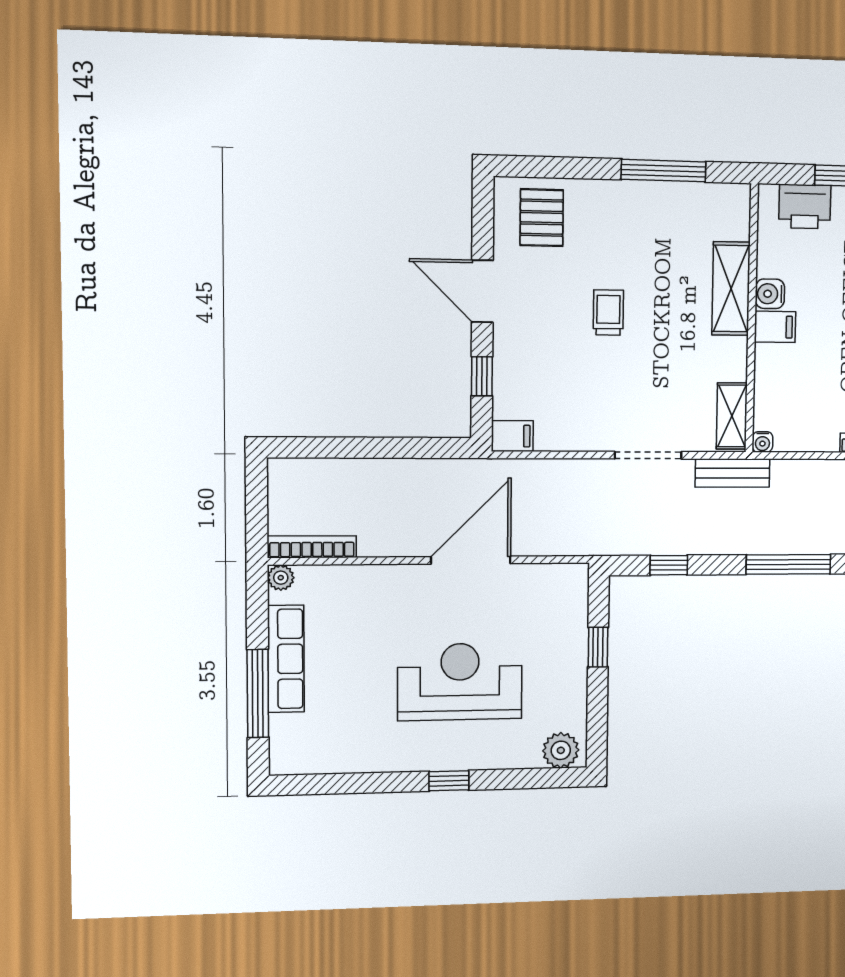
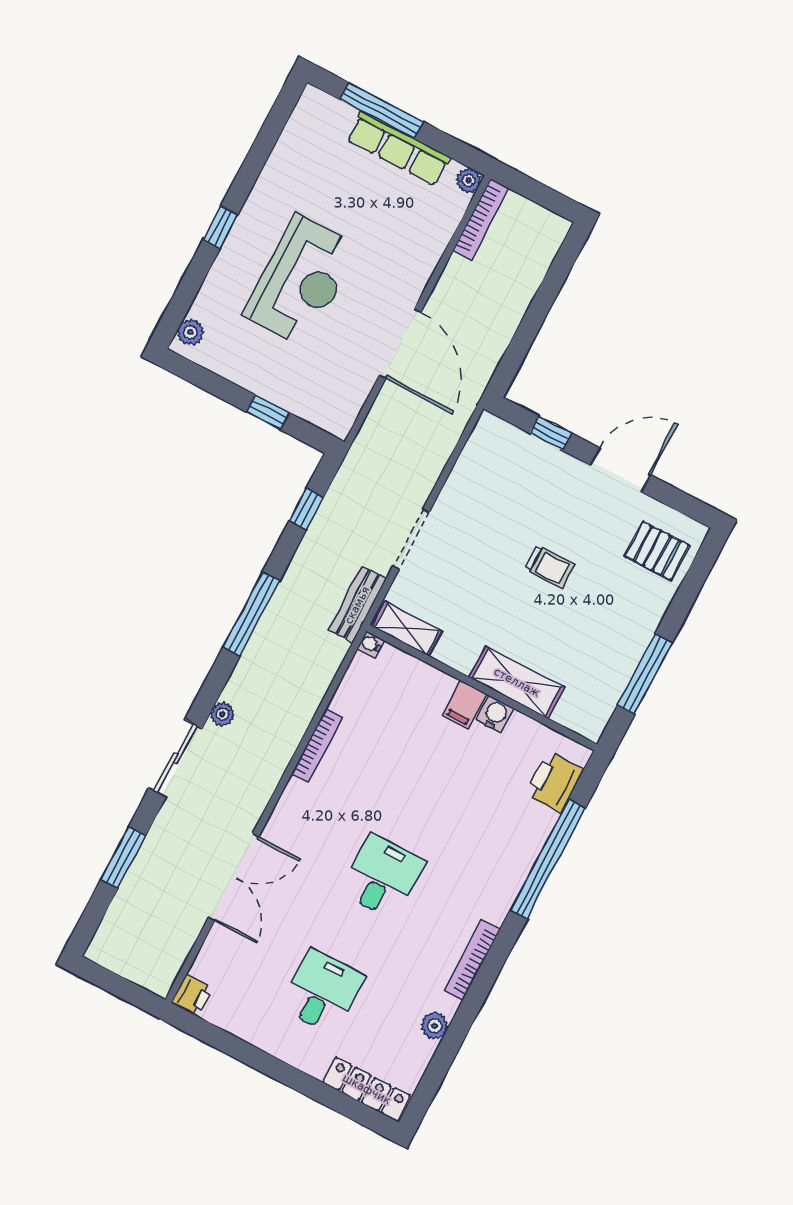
filing cabinet: (512, 436) -> (487, 433), removed
plant: (561, 750) -> (190, 332), width x0.73, depth x0.73

